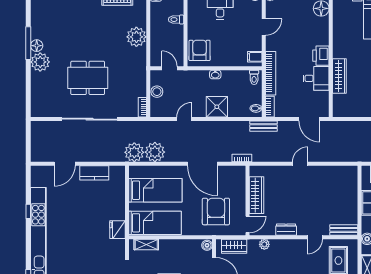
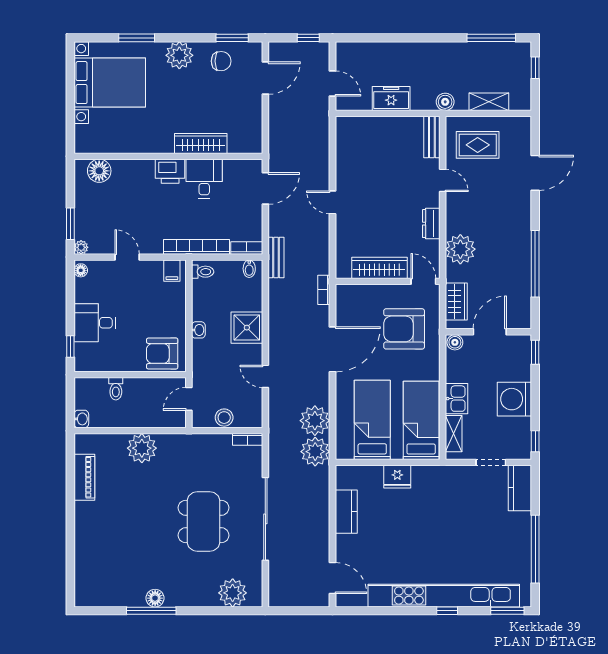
plant: (40, 62) -> (233, 593), moved
door: (65, 164) -> (333, 578), moved
window: (28, 211) -> (447, 611), moved
fridge: (118, 230) -> (397, 477), moved
plant: (264, 244) -> (460, 249), width x1.87, depth x1.87
kitchen sink: (170, 246) -> (457, 399), added

